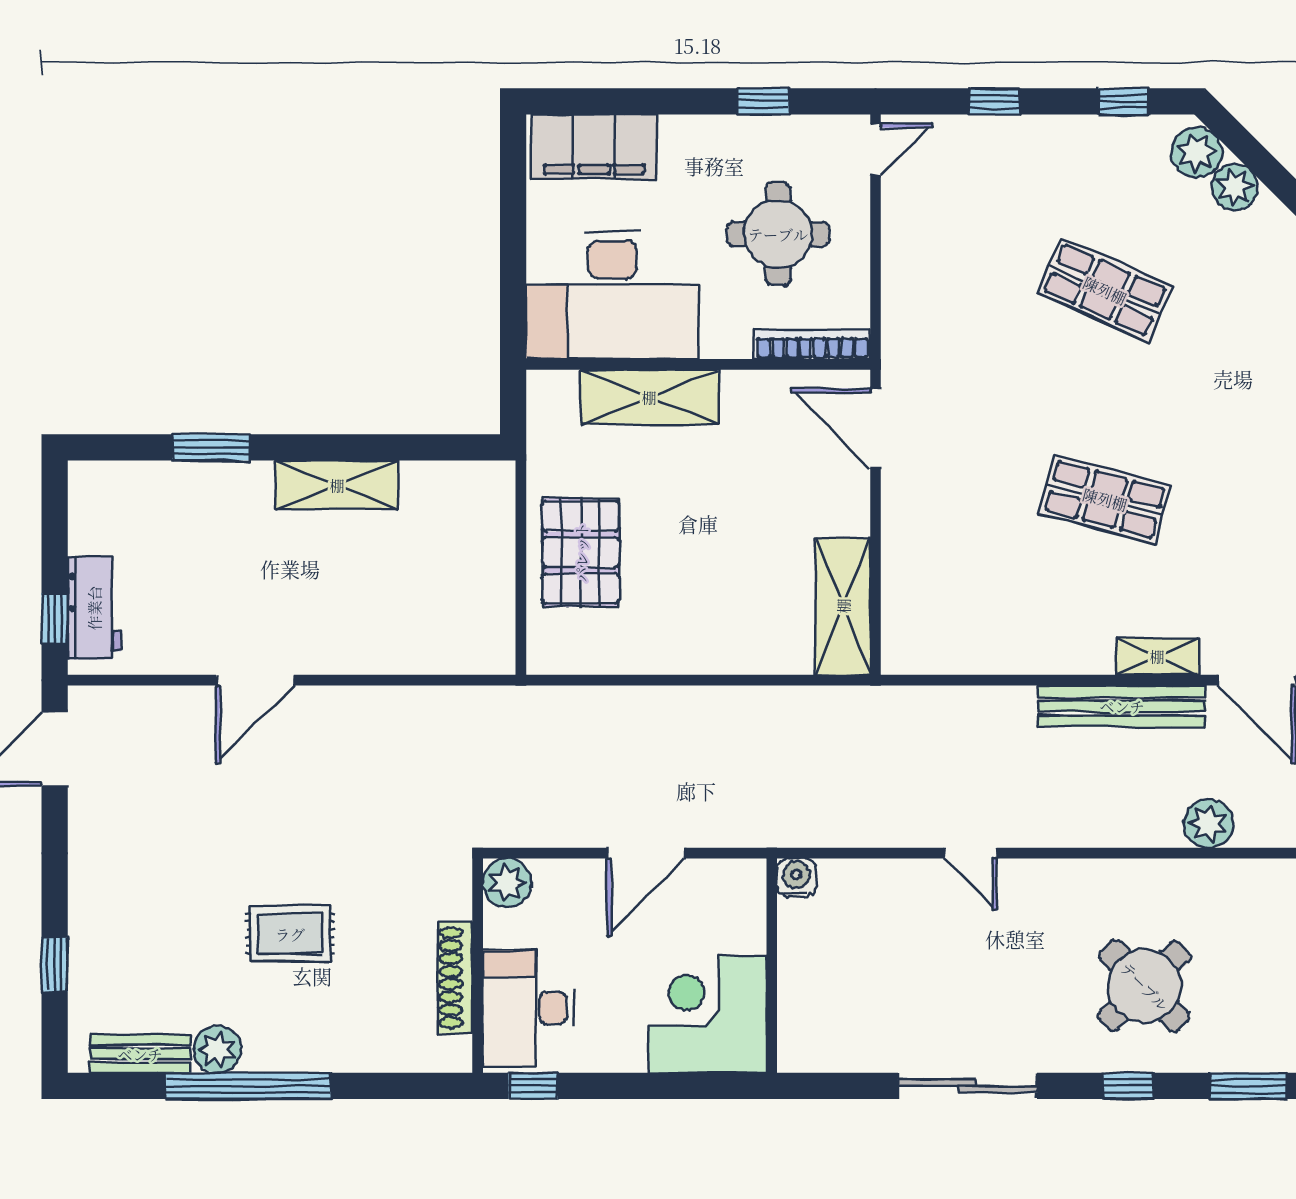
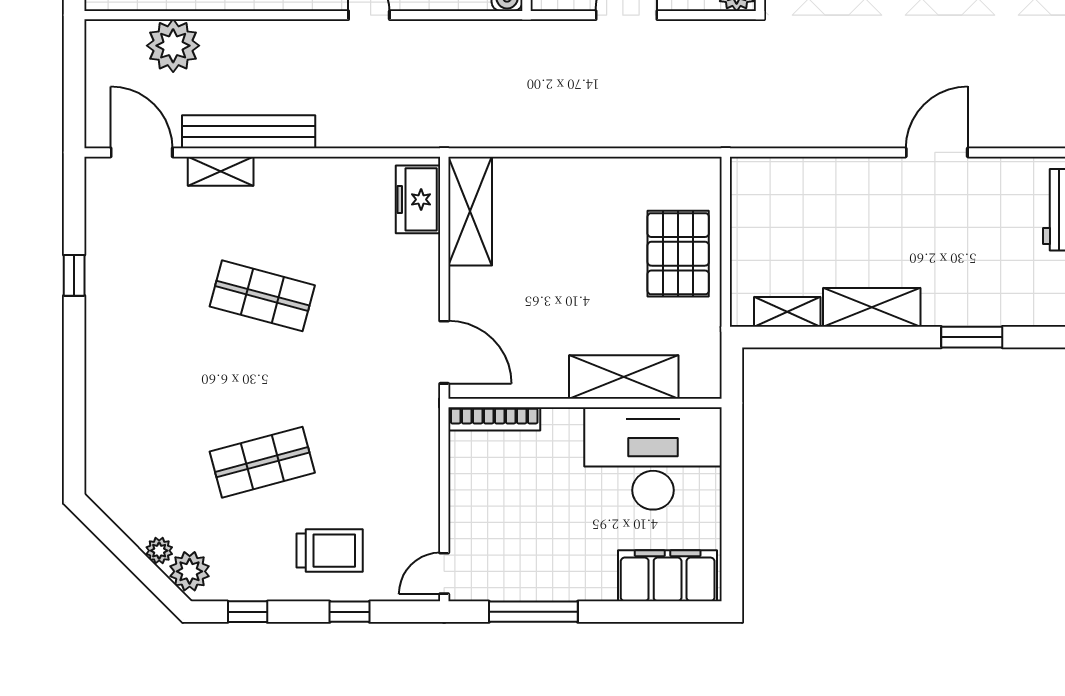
window: (763, 101) -> (533, 612), width x2.17
trolley: (1020, 178) -> (330, 551), added
plant: (1235, 187) -> (159, 551), width x0.73, depth x0.73
round table: (778, 234) -> (522, 507), removed
shop shelf: (1105, 290) -> (262, 462), turned -39
shelving: (443, 479) -> (787, 312), added
freezer: (909, 621) -> (418, 199), added
plant: (1208, 824) -> (173, 46), width x1.36, depth x1.36

